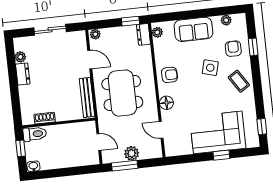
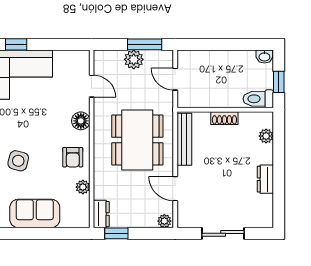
plant: (157, 32) -> (83, 187), moved
plant: (20, 57) -> (266, 136), moved
armchair: (169, 75) -> (73, 157), turned -90
shoe rack: (45, 118) -> (224, 118), moved

